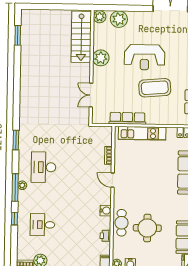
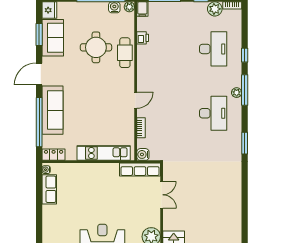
coffee table: (155, 88) -> (90, 204), removed
row of seats: (127, 118) -> (140, 169), moved
door: (113, 180) -> (136, 100), hinge flipped
water cooler: (106, 211) -> (143, 154), moved
desk: (42, 225) -> (213, 49), width x1.37

